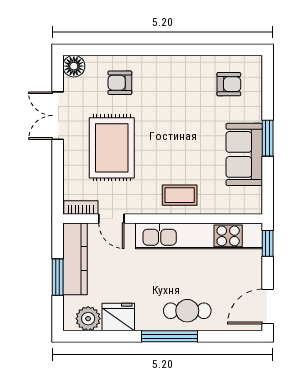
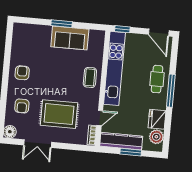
armchair: (229, 84) -> (22, 73), moved

